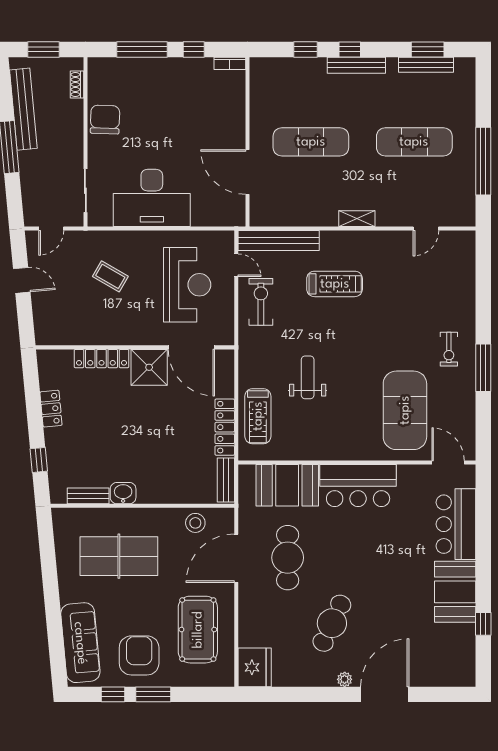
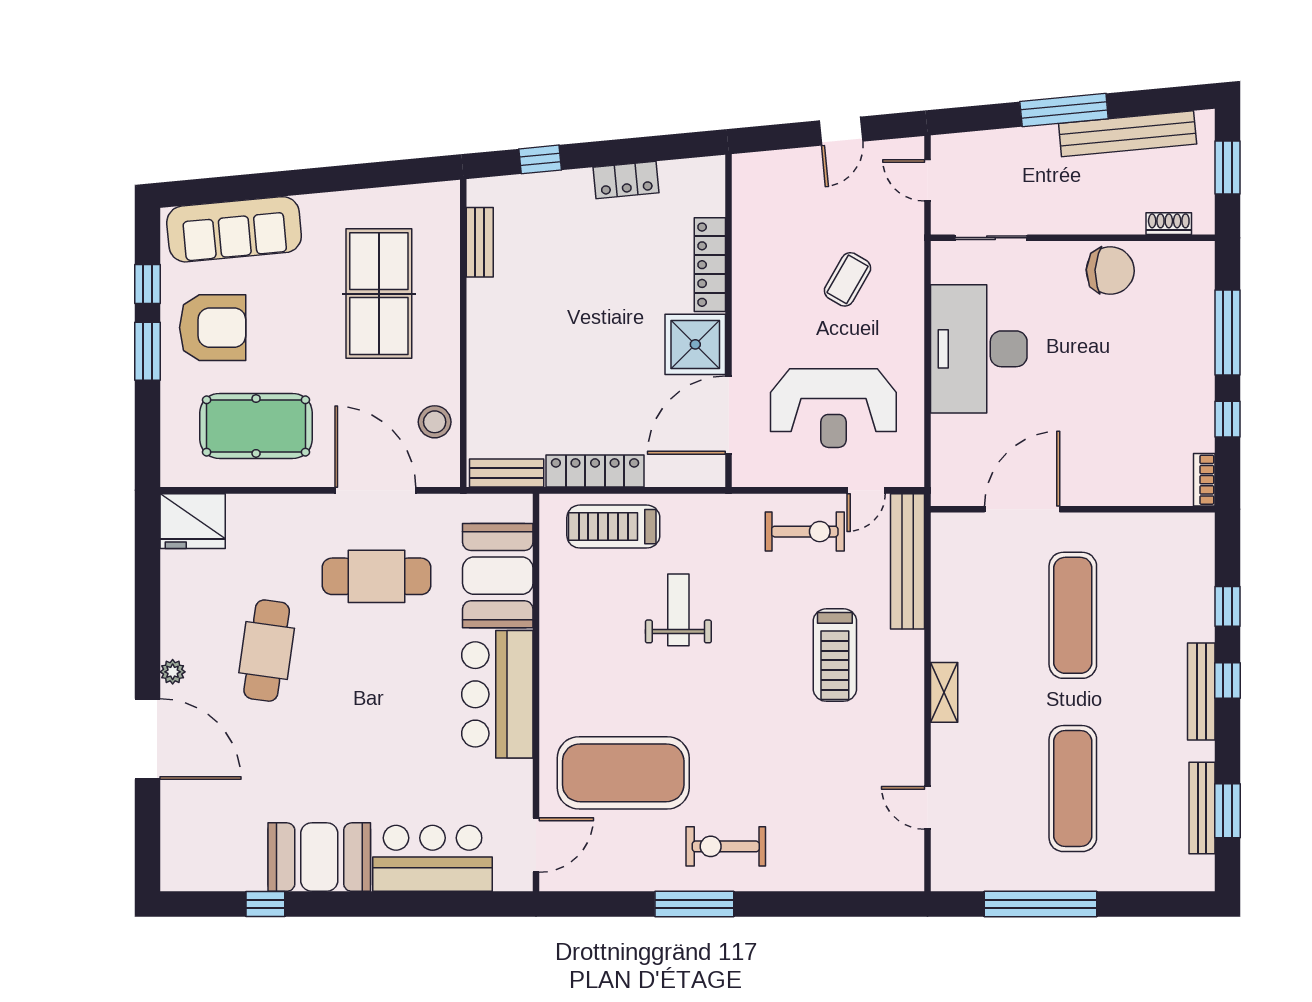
exercise bike: (449, 349) -> (726, 846), width x1.38, depth x1.39
weight bench: (308, 377) -> (678, 610), turned -90
washbasin: (123, 493) -> (484, 301), removed
cafe table: (332, 623) -> (267, 651), turned 73

